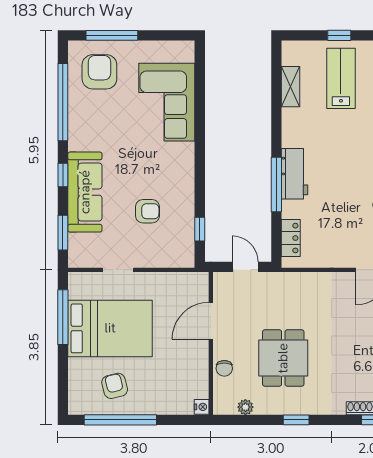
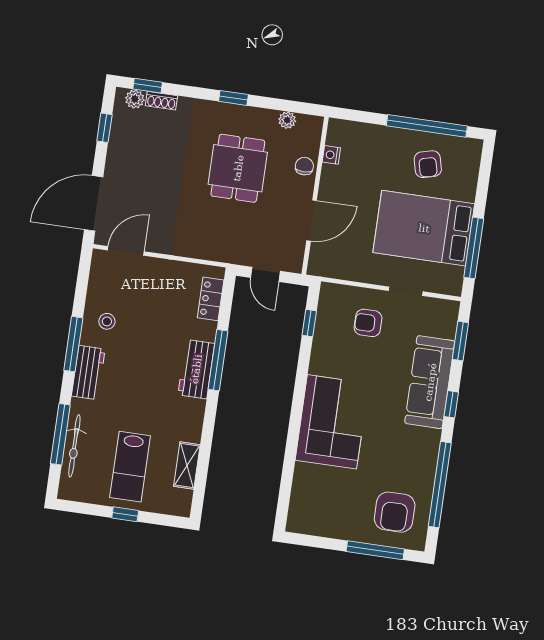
corner sofa: (167, 102) -> (332, 422), moved
armchair: (147, 211) -> (368, 323), moved
nightstand: (202, 407) -> (331, 155), moved

